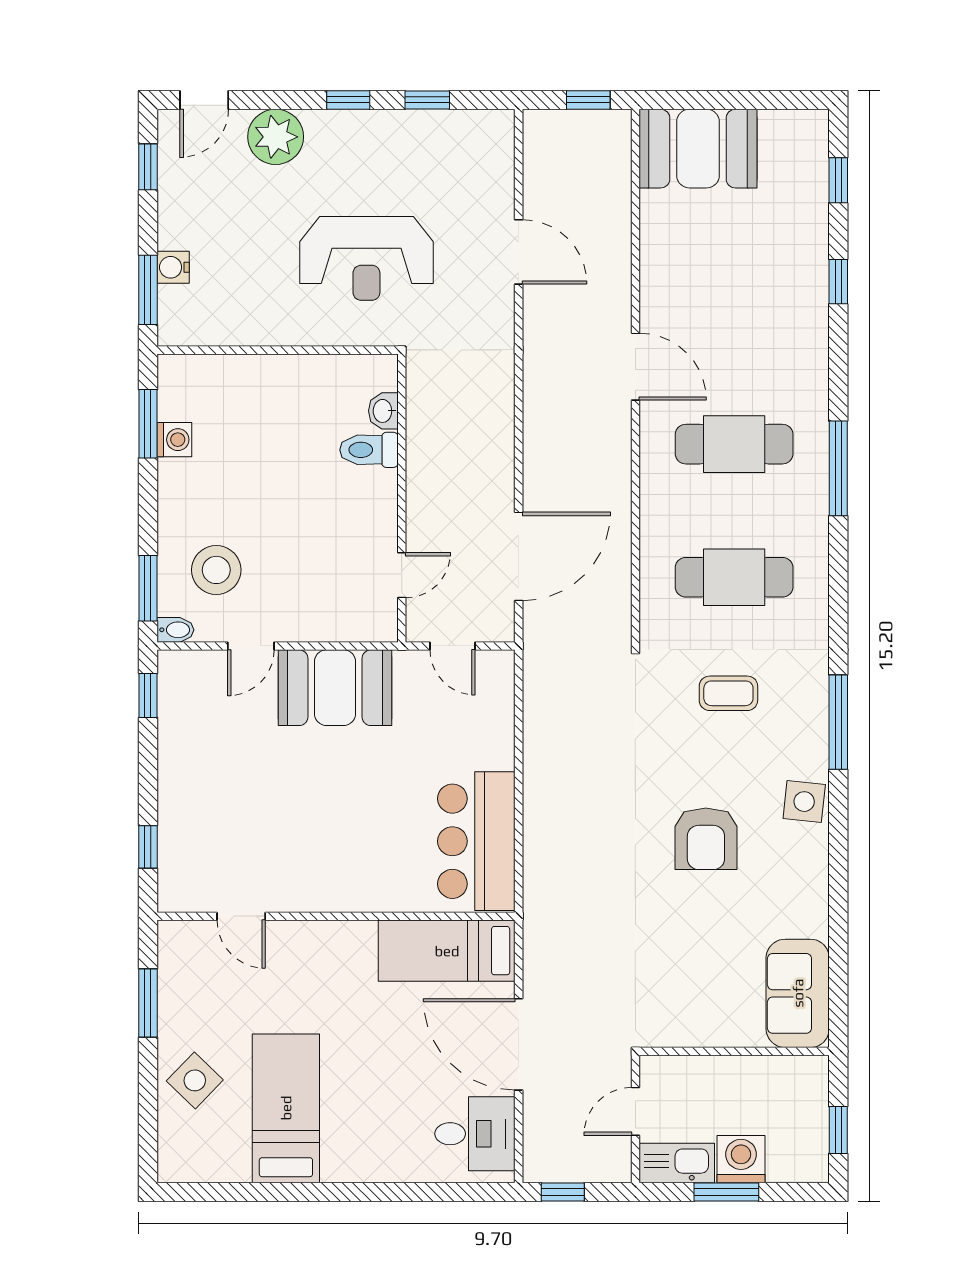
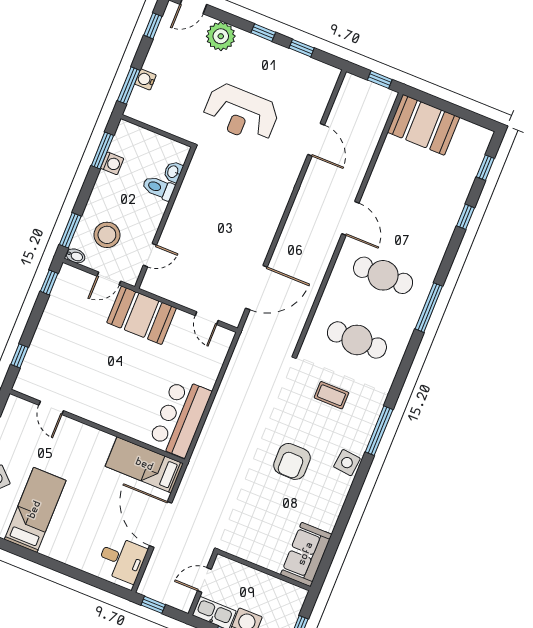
washbasin: (383, 411) -> (173, 172), moved
toilet: (369, 450) -> (159, 188), moved
wall: (402, 498) -> (165, 218), moved
door: (402, 575) -> (150, 255), moved

